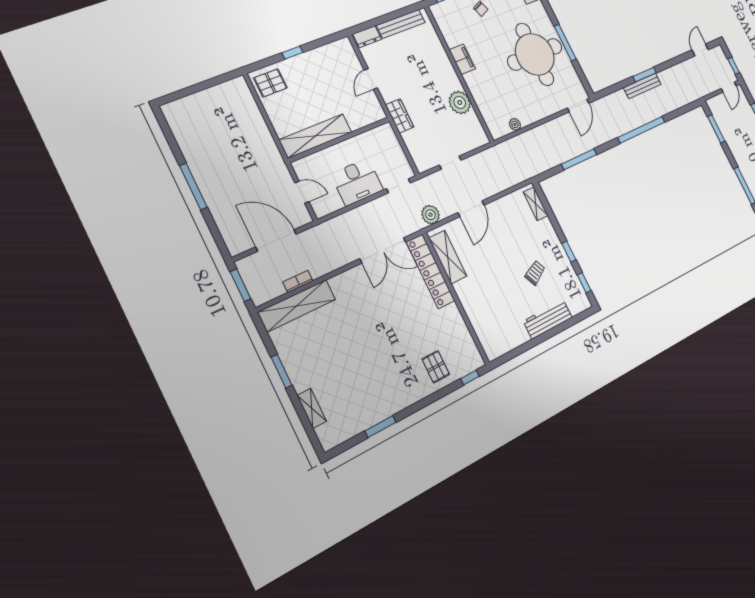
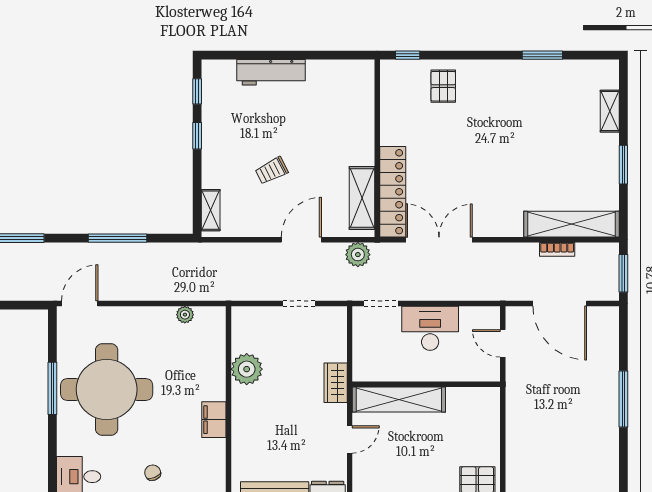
shelving: (316, 136) -> (399, 400), moved
trolley: (535, 273) -> (272, 171), moved

